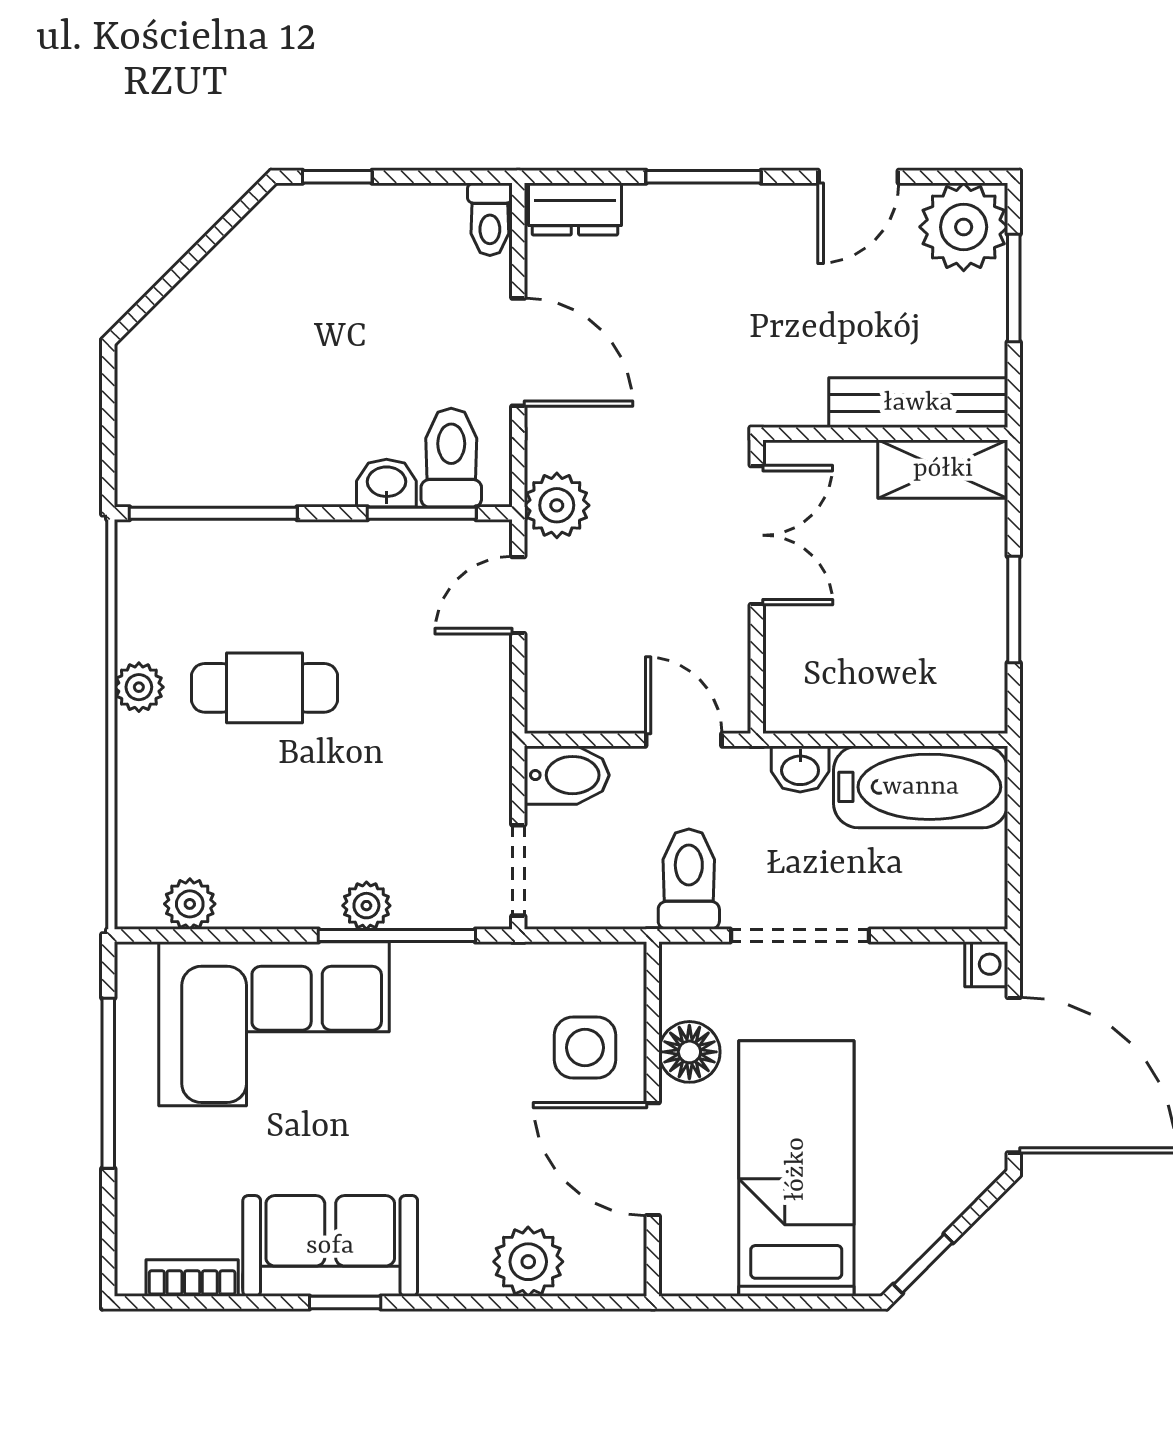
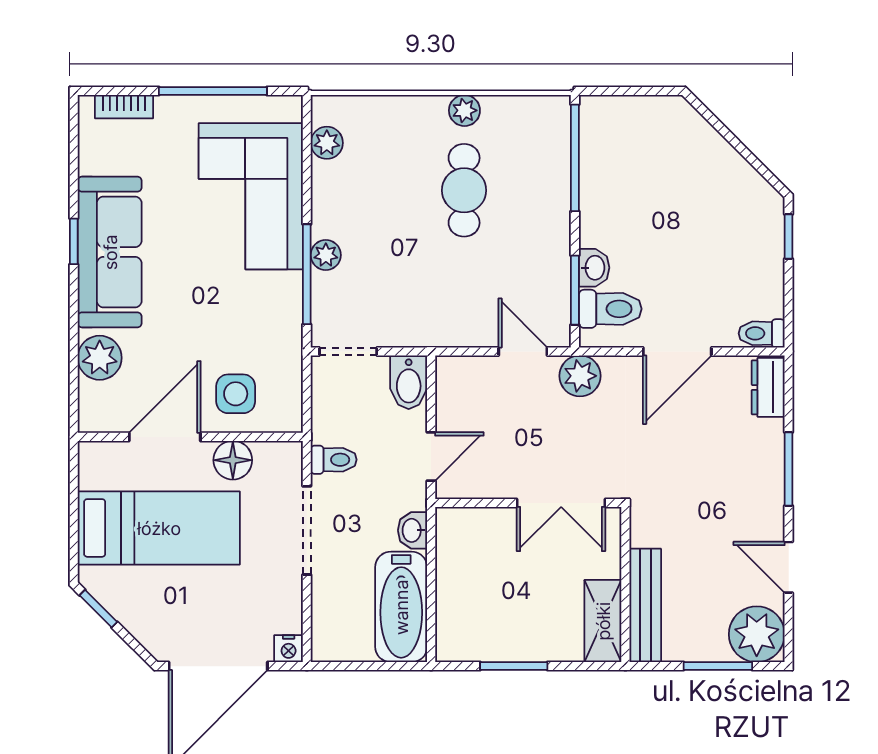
toilet: (689, 879) -> (334, 460), width x0.73, depth x0.72
sofa: (330, 1246) -> (110, 252), width x1.36
bookcase: (192, 1278) -> (124, 107), moved, turned 90

